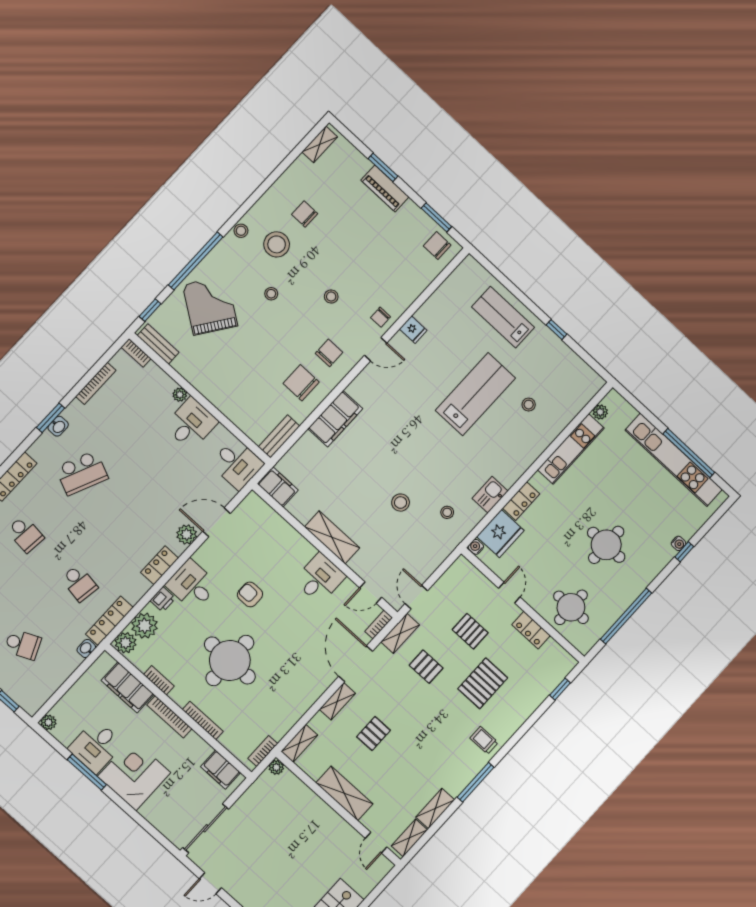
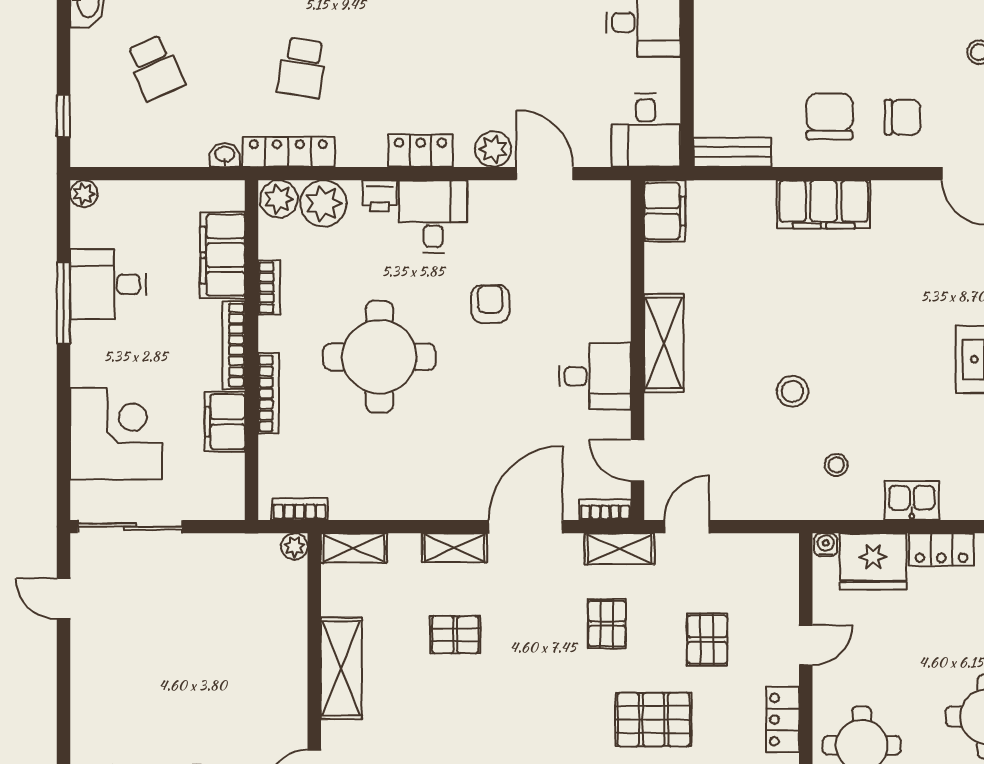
filing cabinet: (221, 770) -> (225, 422), moved
corner desk: (134, 775) -> (116, 434), moved

